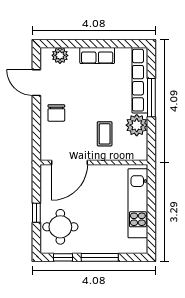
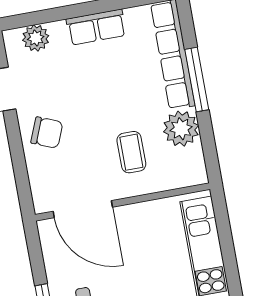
chair: (56, 113) -> (47, 133), turned -68
door: (69, 163) -> (83, 209), hinge flipped

